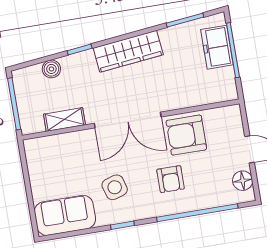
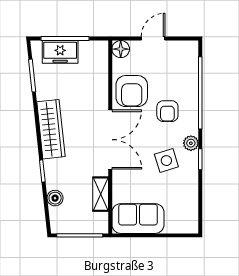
armchair: (171, 179) -> (167, 111), turned 90
floor lamp: (243, 181) -> (121, 49), moved
plant: (139, 212) -> (191, 143), added
sofa: (65, 215) -> (138, 219), moved, turned 90

